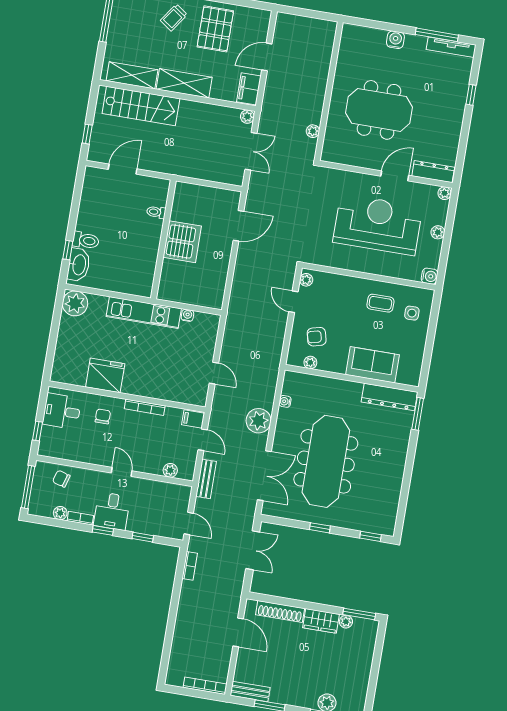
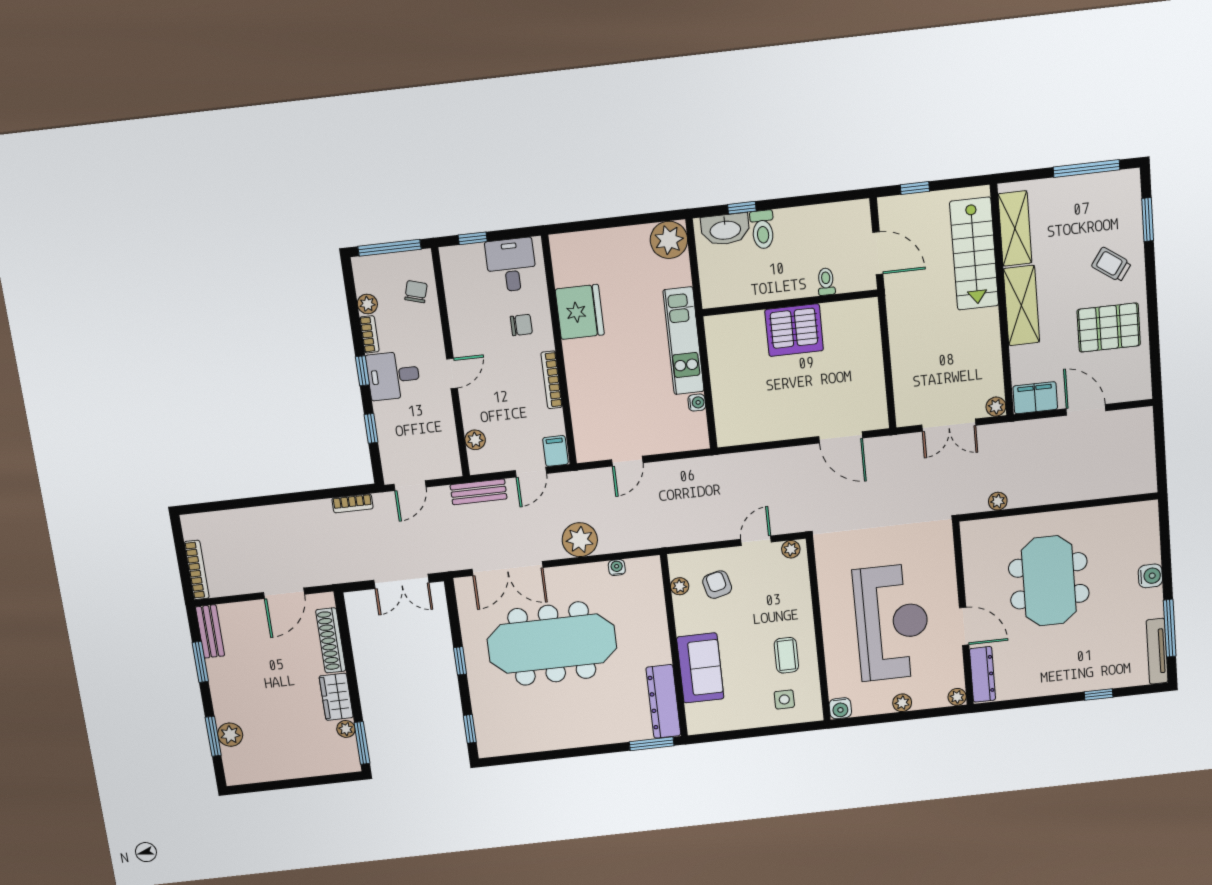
toilet: (156, 212) -> (826, 282), moved
wall: (163, 239) -> (790, 303), moved
server rack: (182, 242) -> (794, 330), moved

